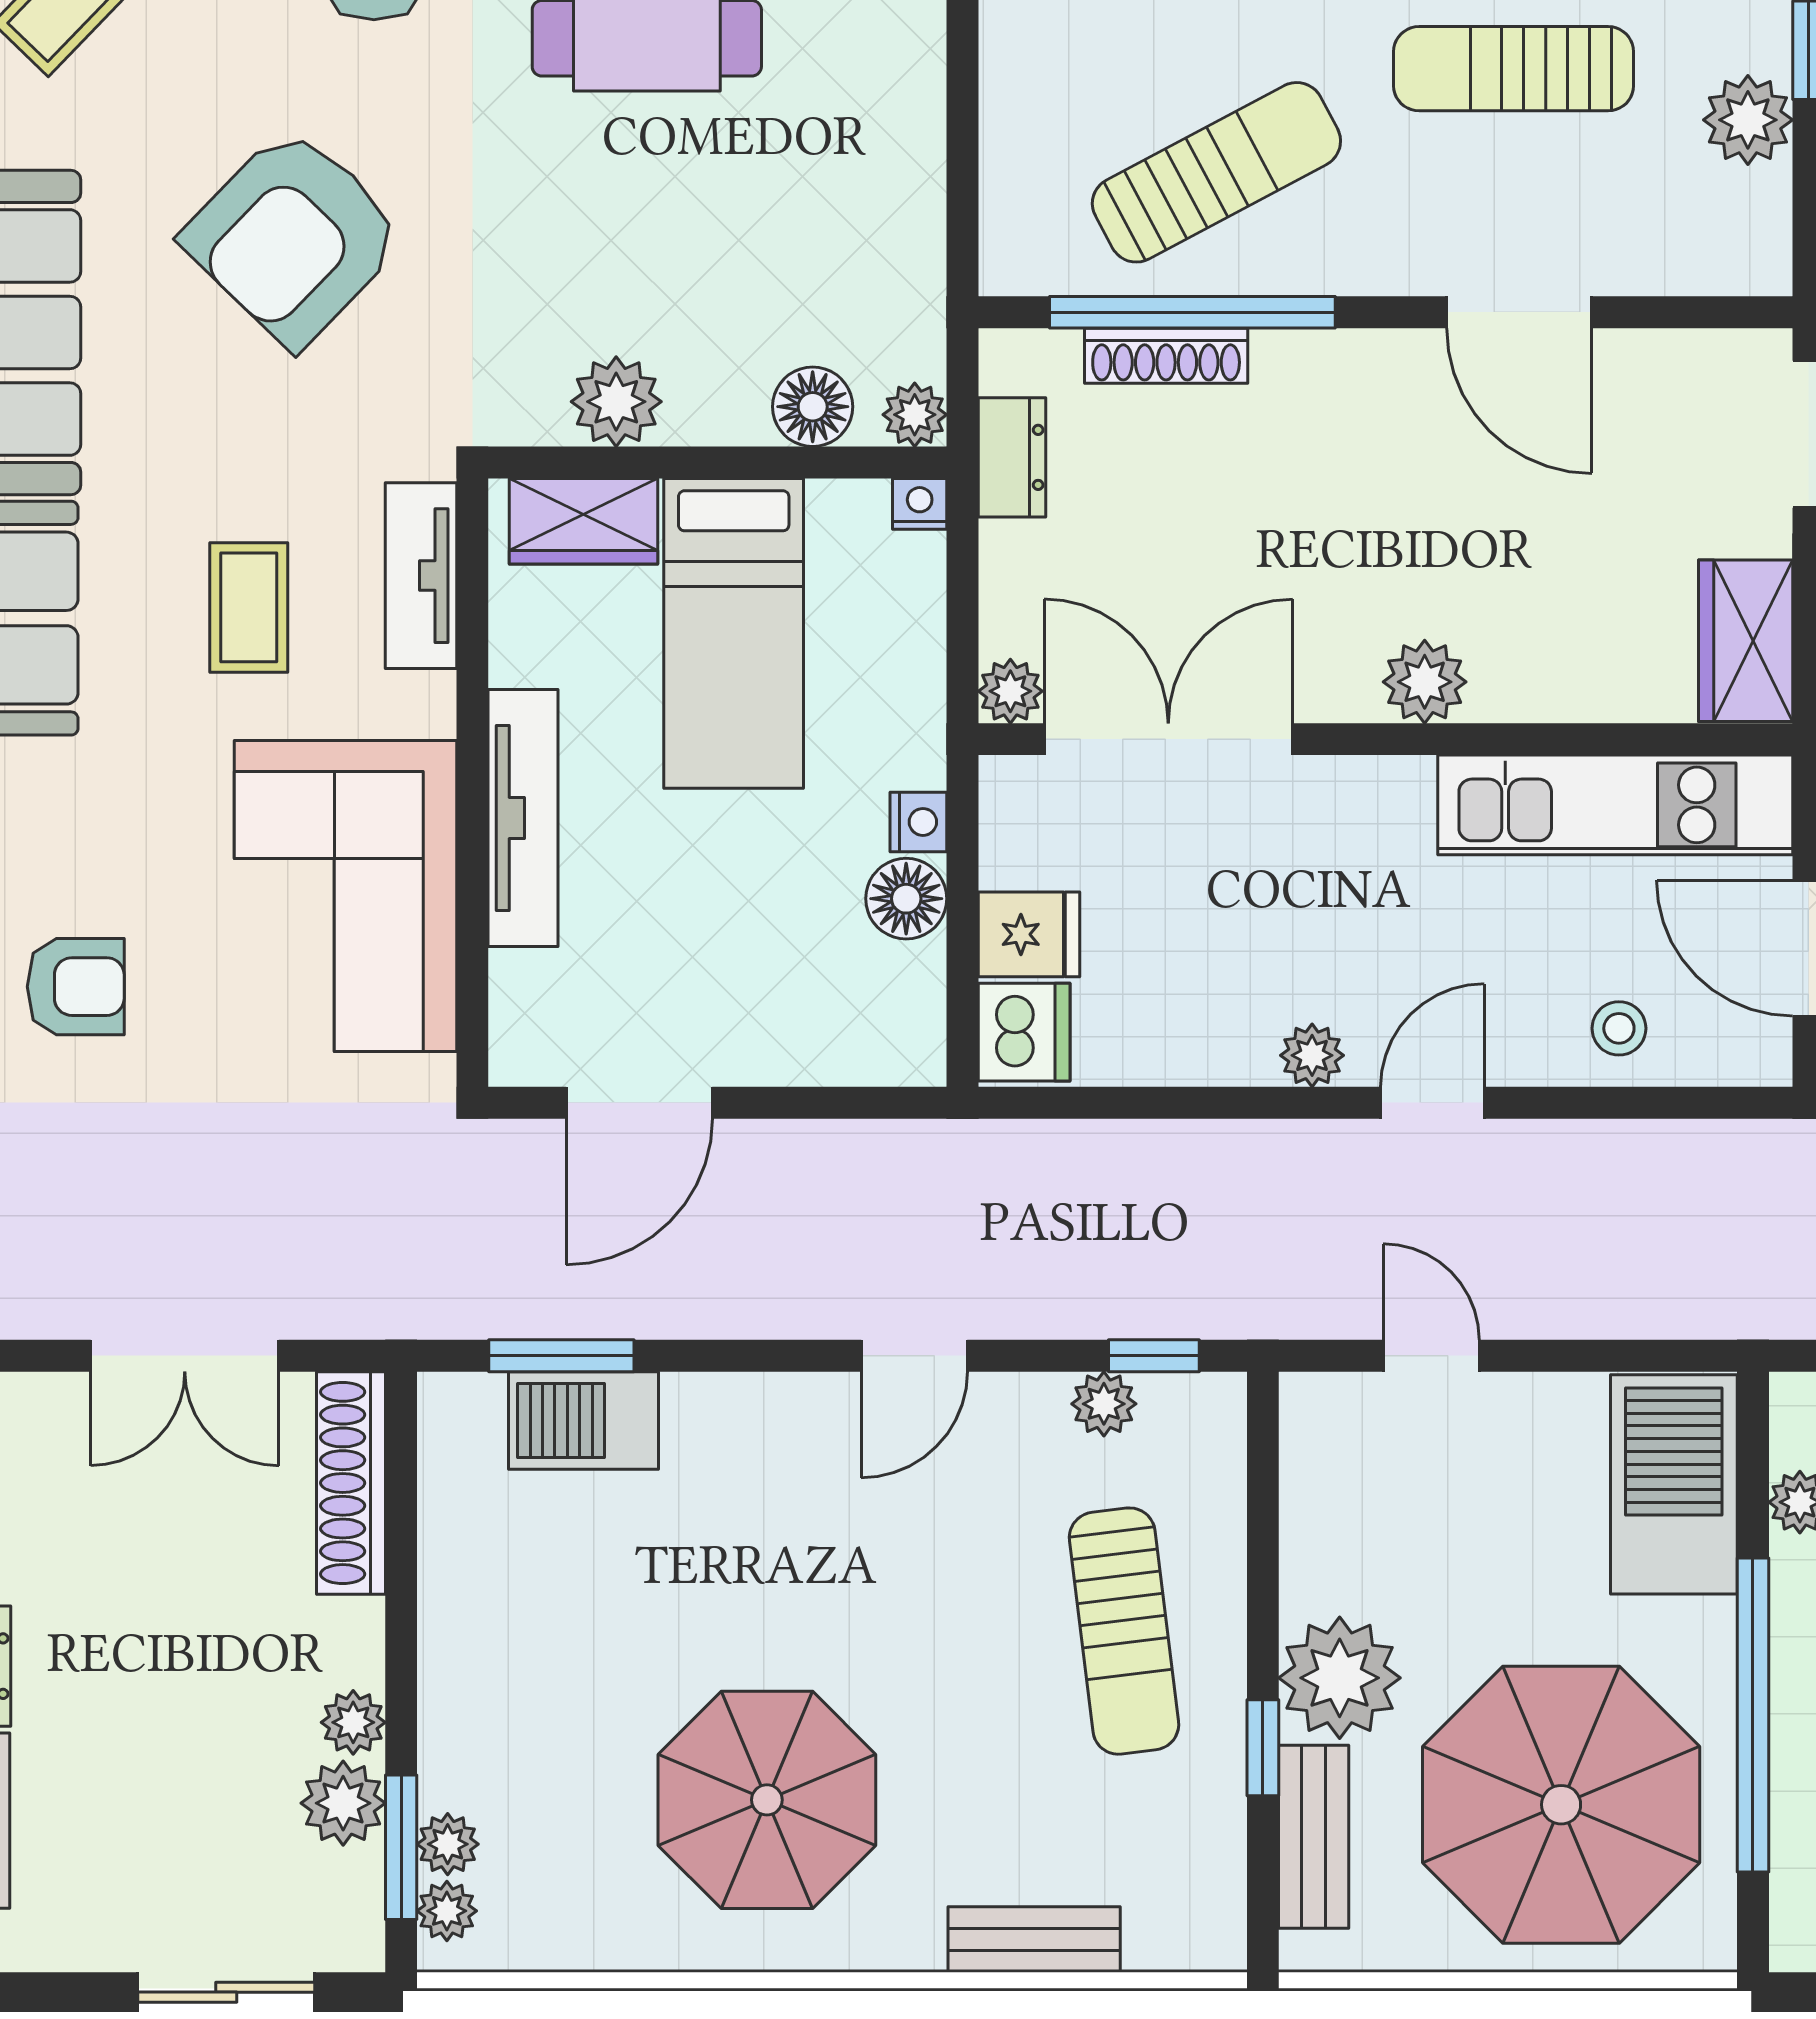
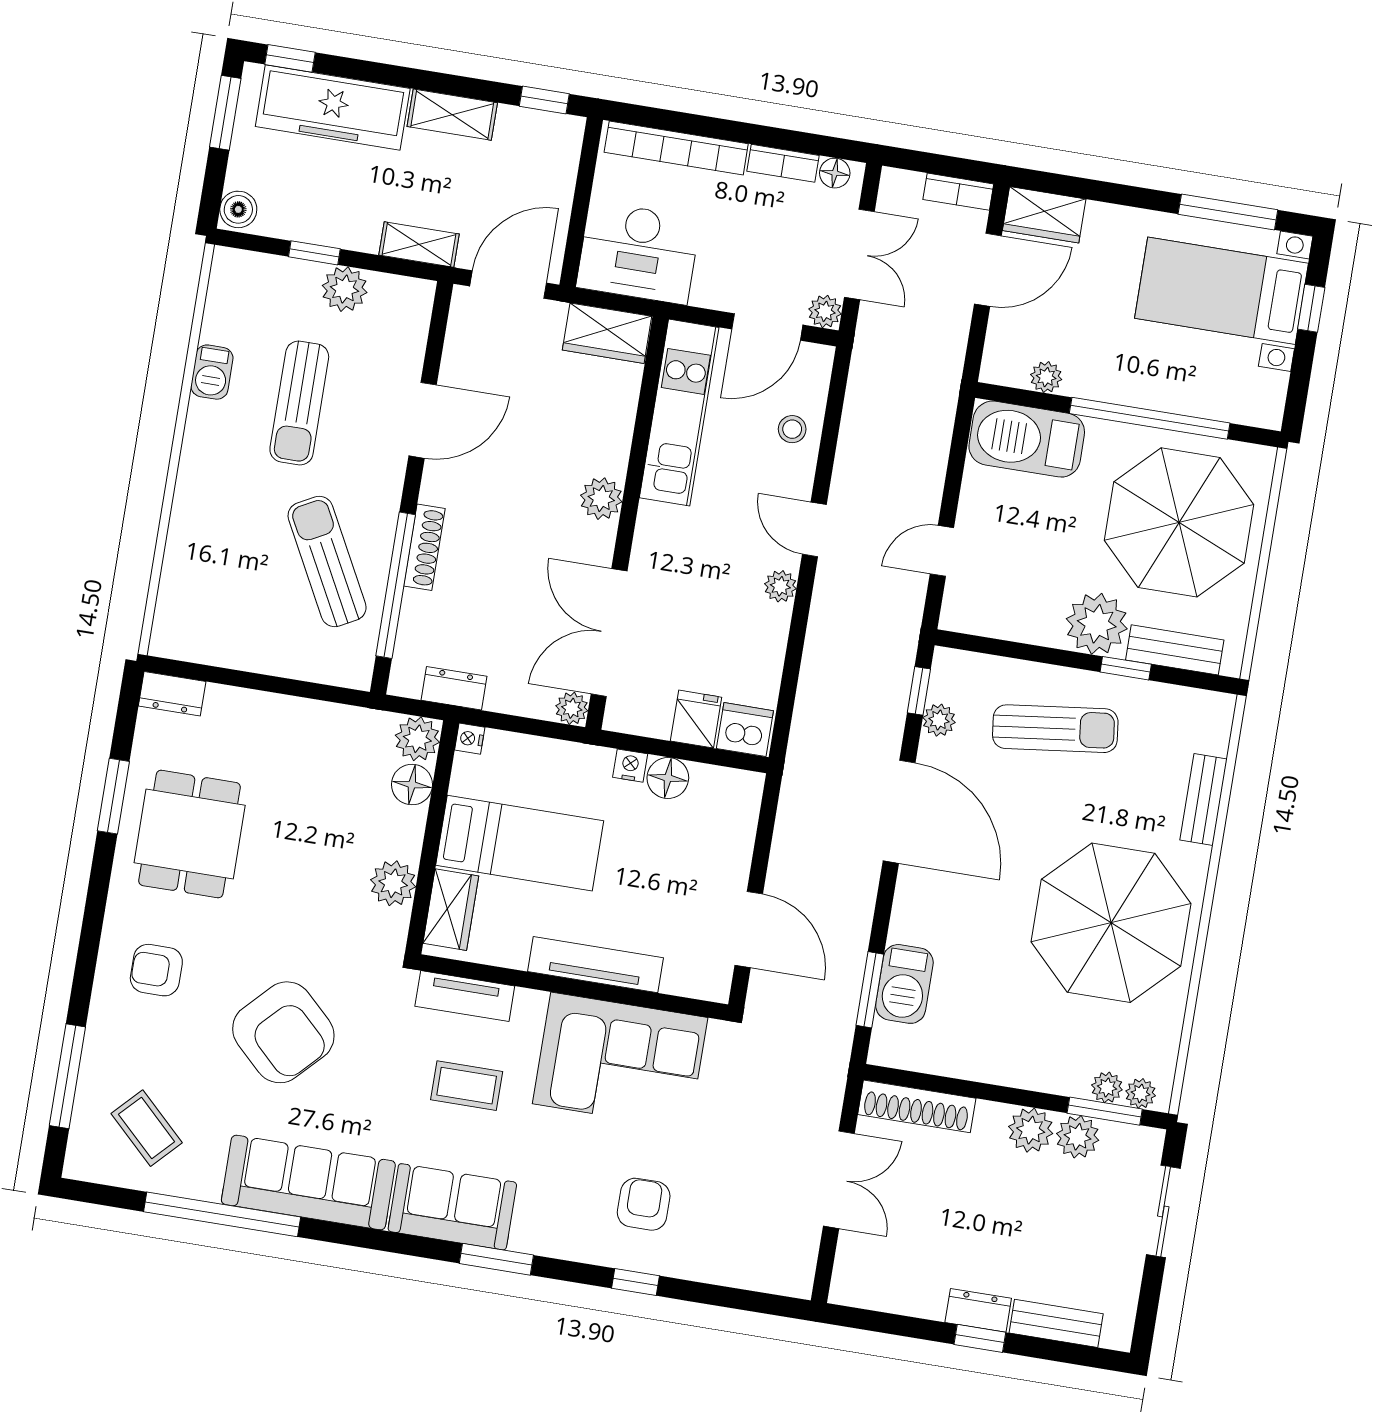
shoe rack: (1166, 356) -> (424, 547), moved
plant: (915, 415) -> (417, 739), width x1.38, depth x1.38
door: (914, 1356) -> (899, 812), width x1.87
plant: (353, 1722) -> (1031, 1130), width x1.38, depth x1.38
parasol: (767, 1800) -> (1111, 923), width x1.36, depth x1.36

